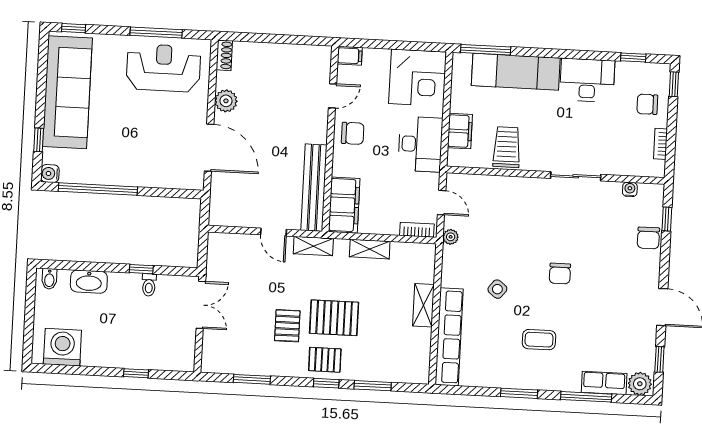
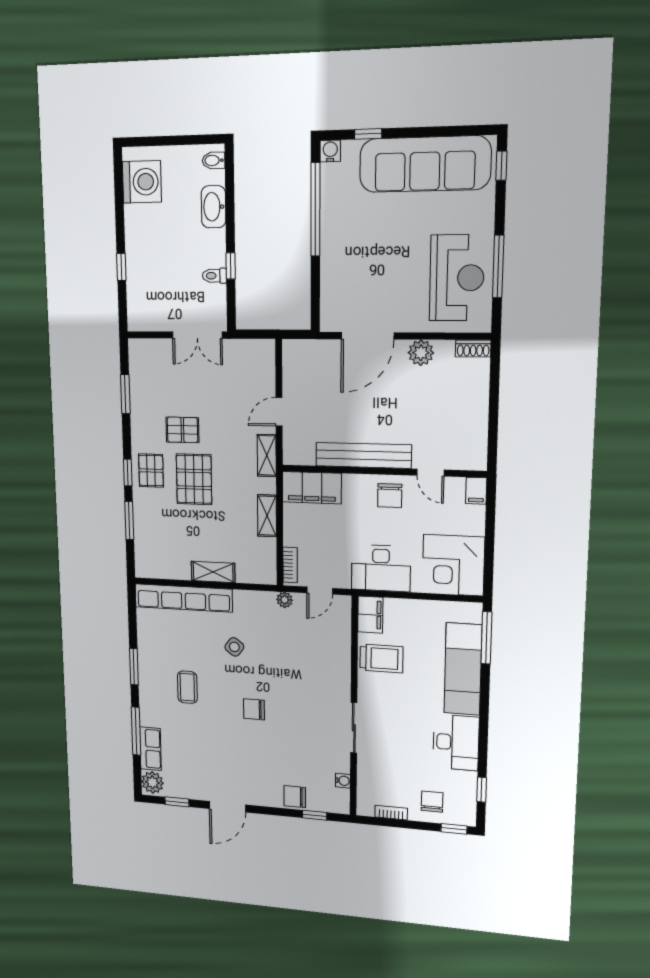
filing cabinet: (460, 131) -> (370, 615), moved, turned -90
bench: (314, 188) -> (363, 455), moved

